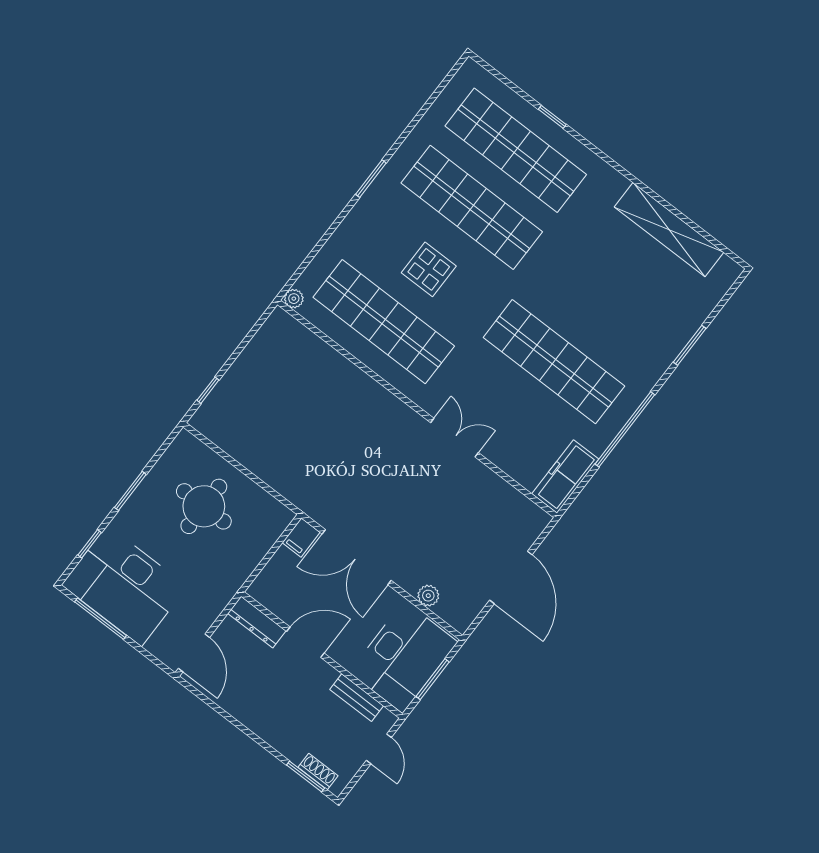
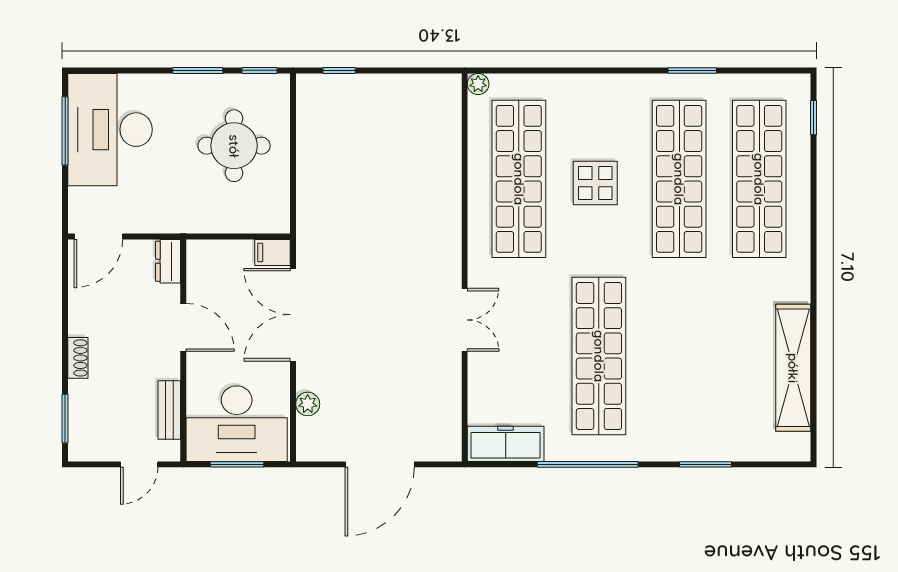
window: (552, 117) -> (813, 118), moved
window: (371, 179) -> (692, 70), moved
window: (90, 544) -> (260, 70), moved
dresser: (257, 622) -> (168, 261), width x0.70
shoe rack: (318, 772) -> (78, 358), moved

